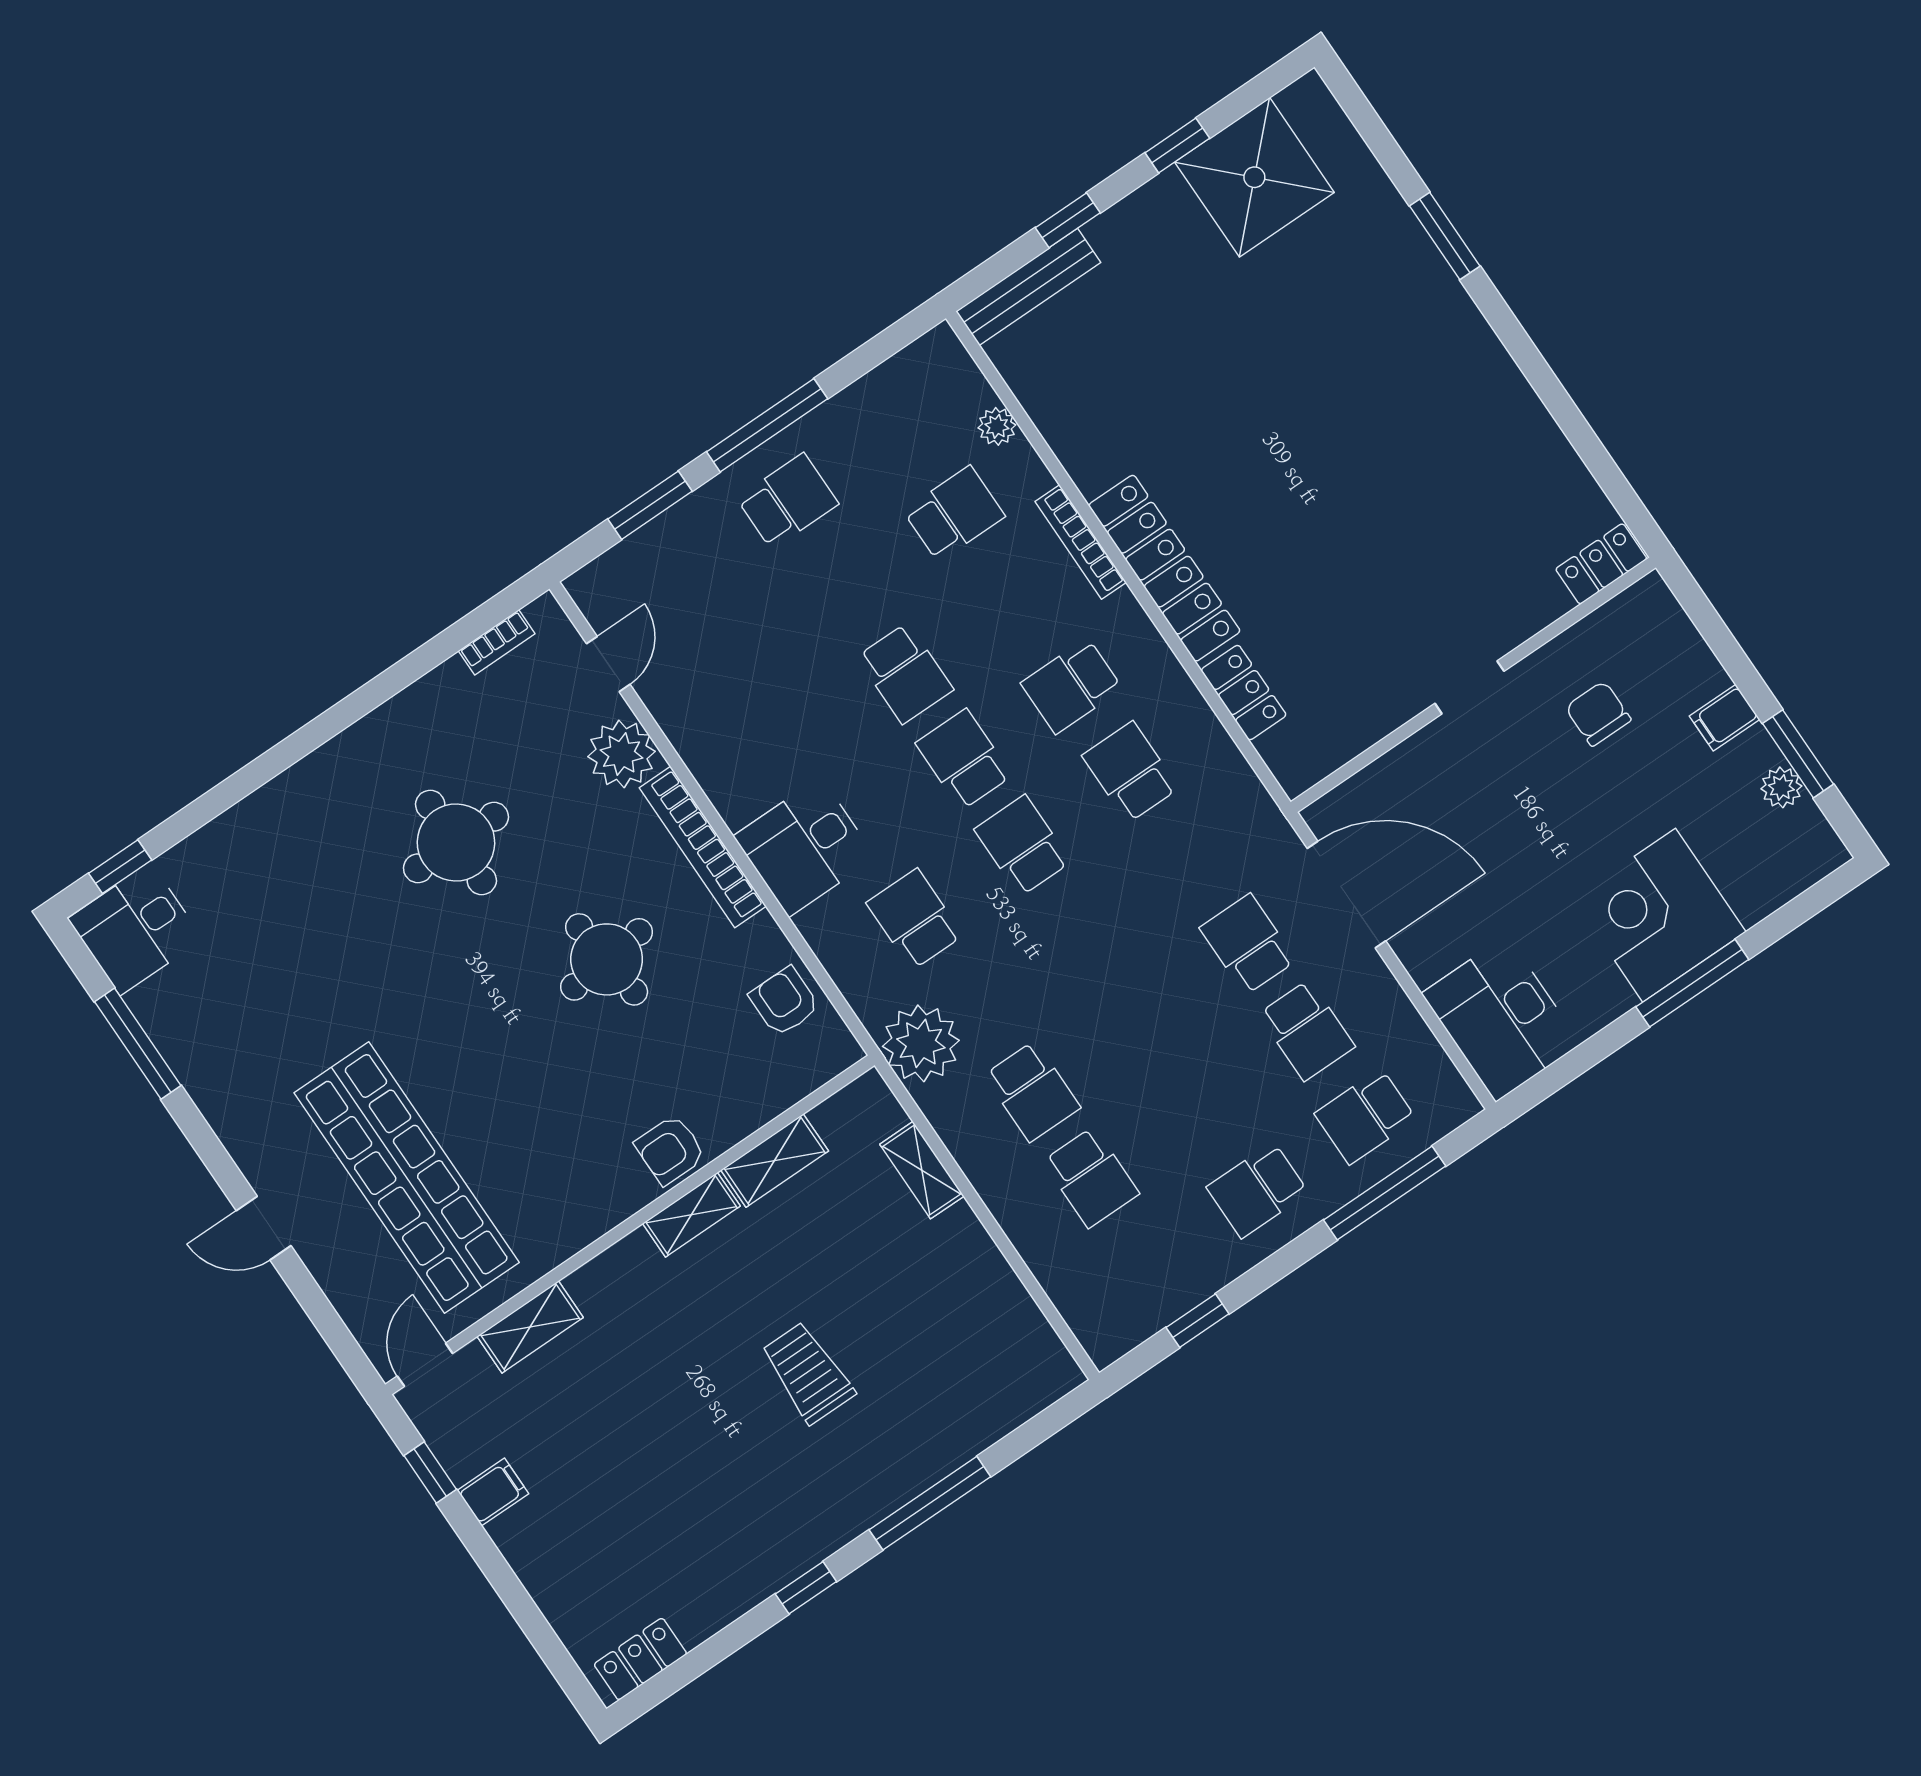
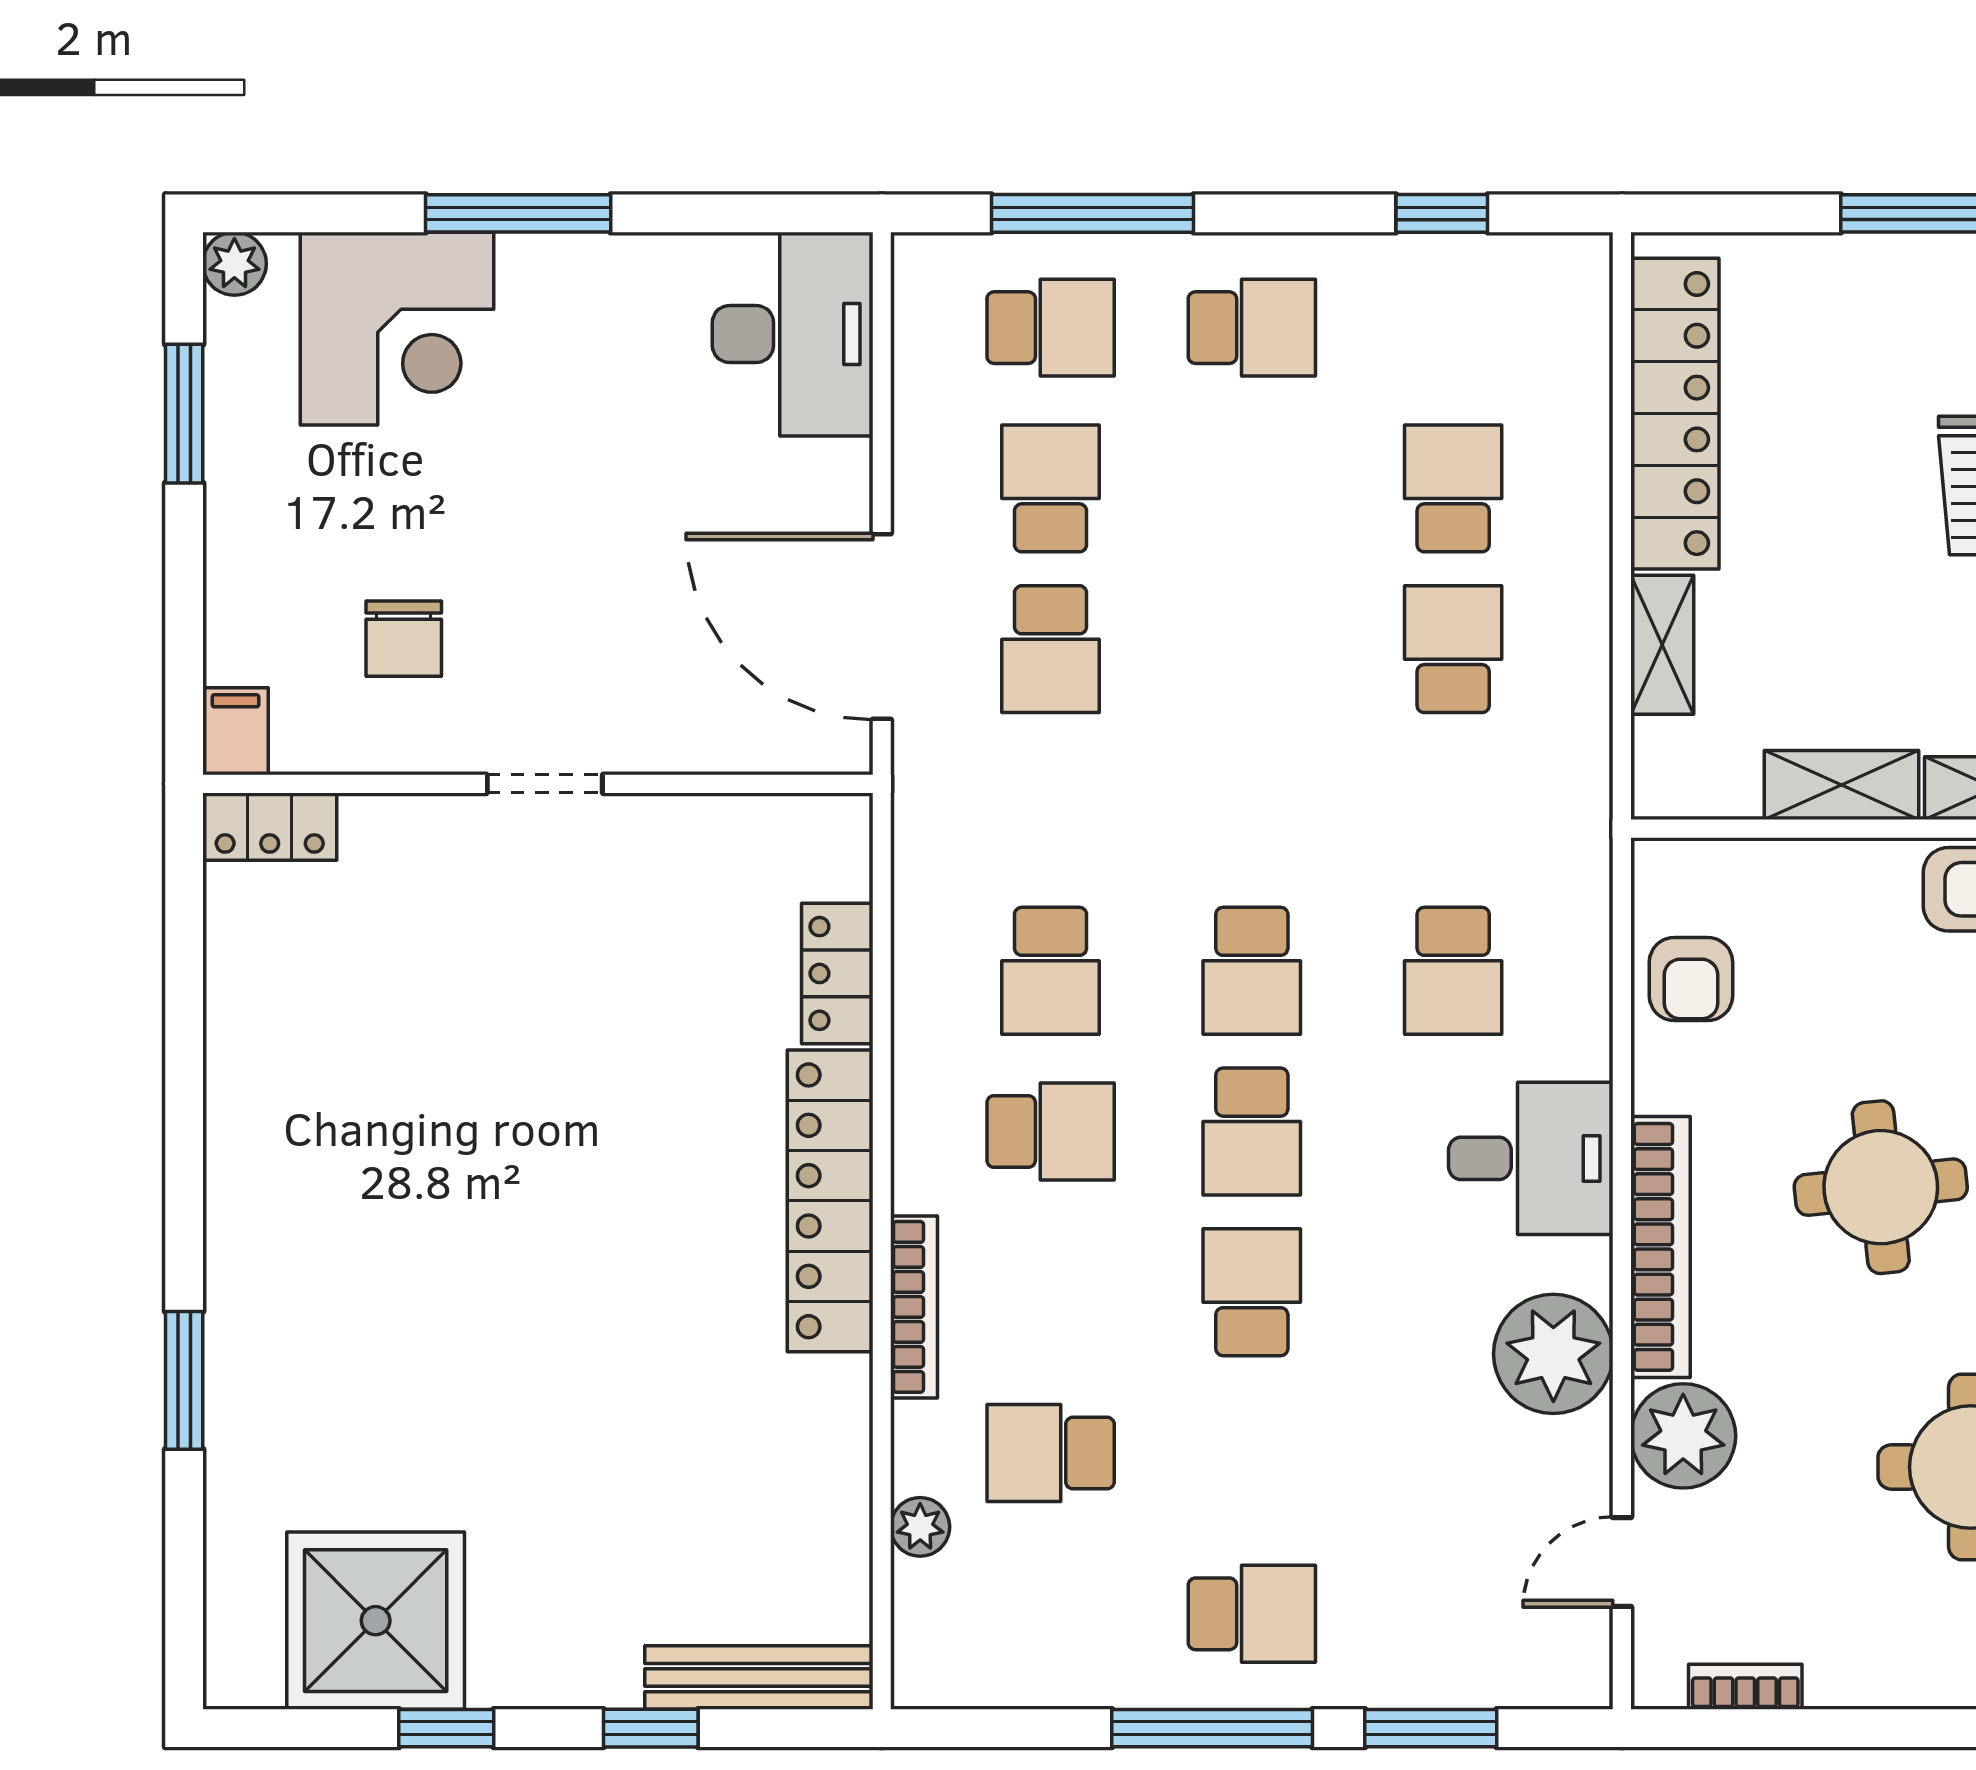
school desk: (788, 501) -> (1252, 1614), turned 180
filing cabinet: (1724, 718) -> (235, 731), moved, turned -90
plant: (1781, 787) -> (234, 264), moved
corner desk: (1659, 915) -> (397, 329), moved
plant: (921, 1043) -> (1553, 1354), moved
locker: (999, 1299) -> (1675, 414), added

